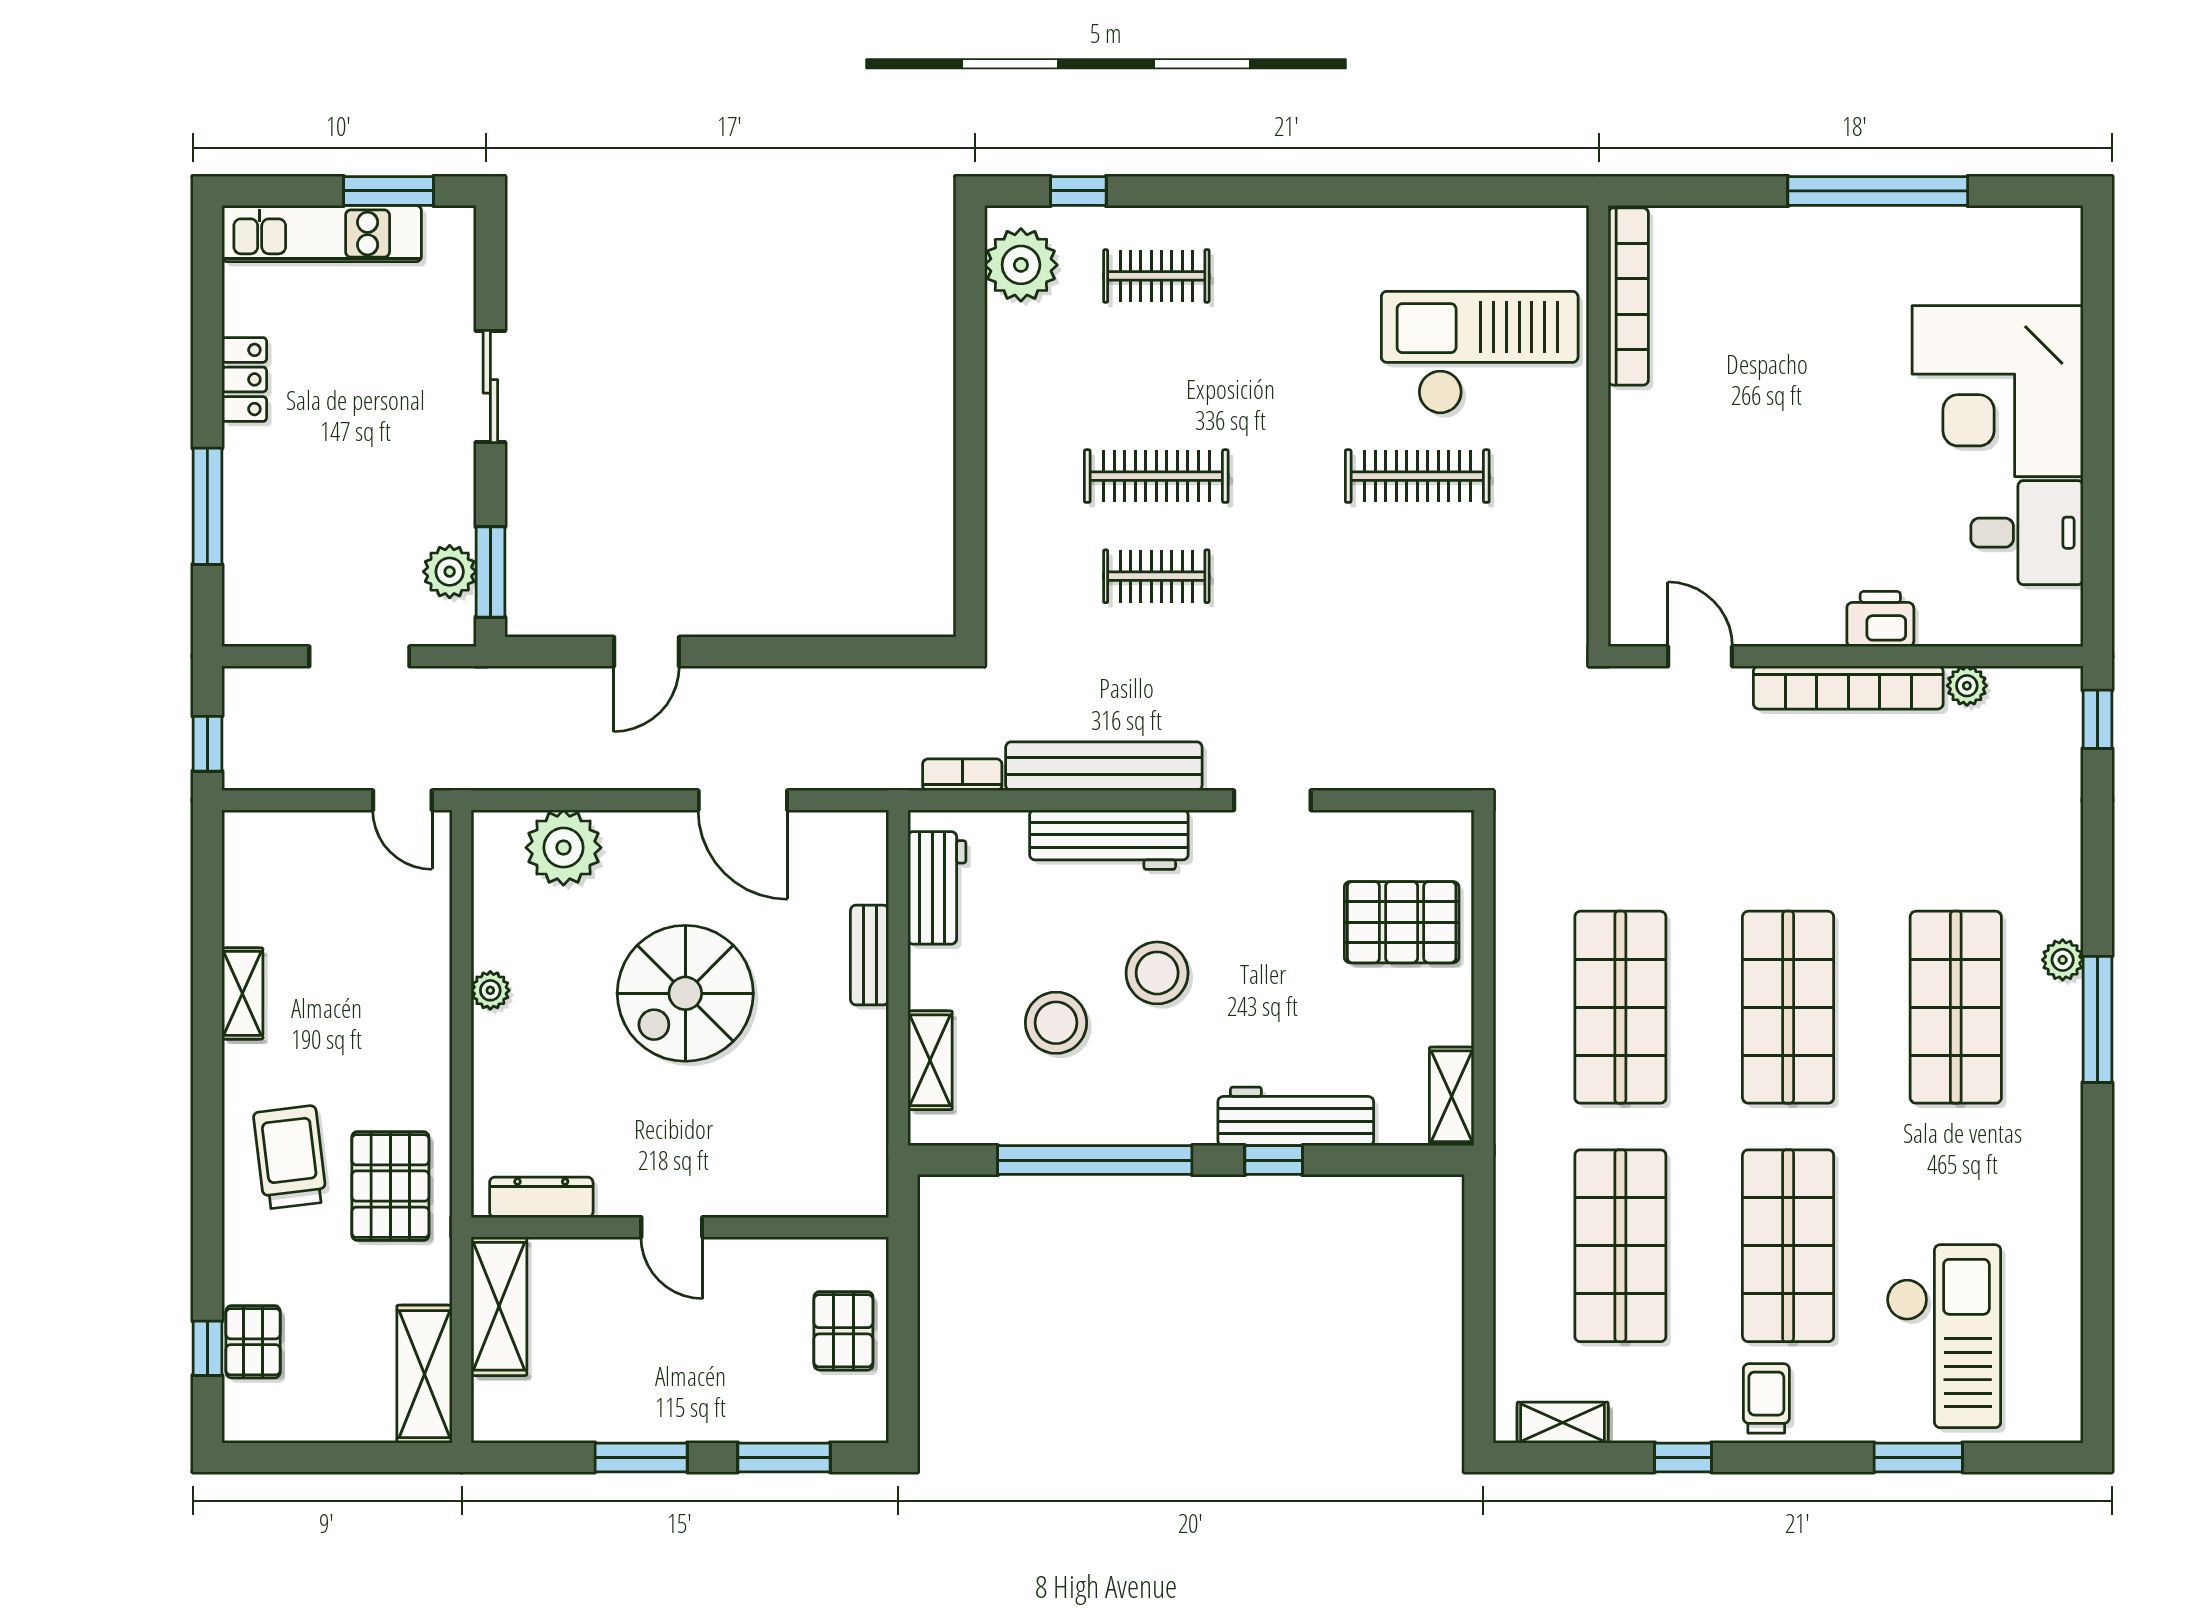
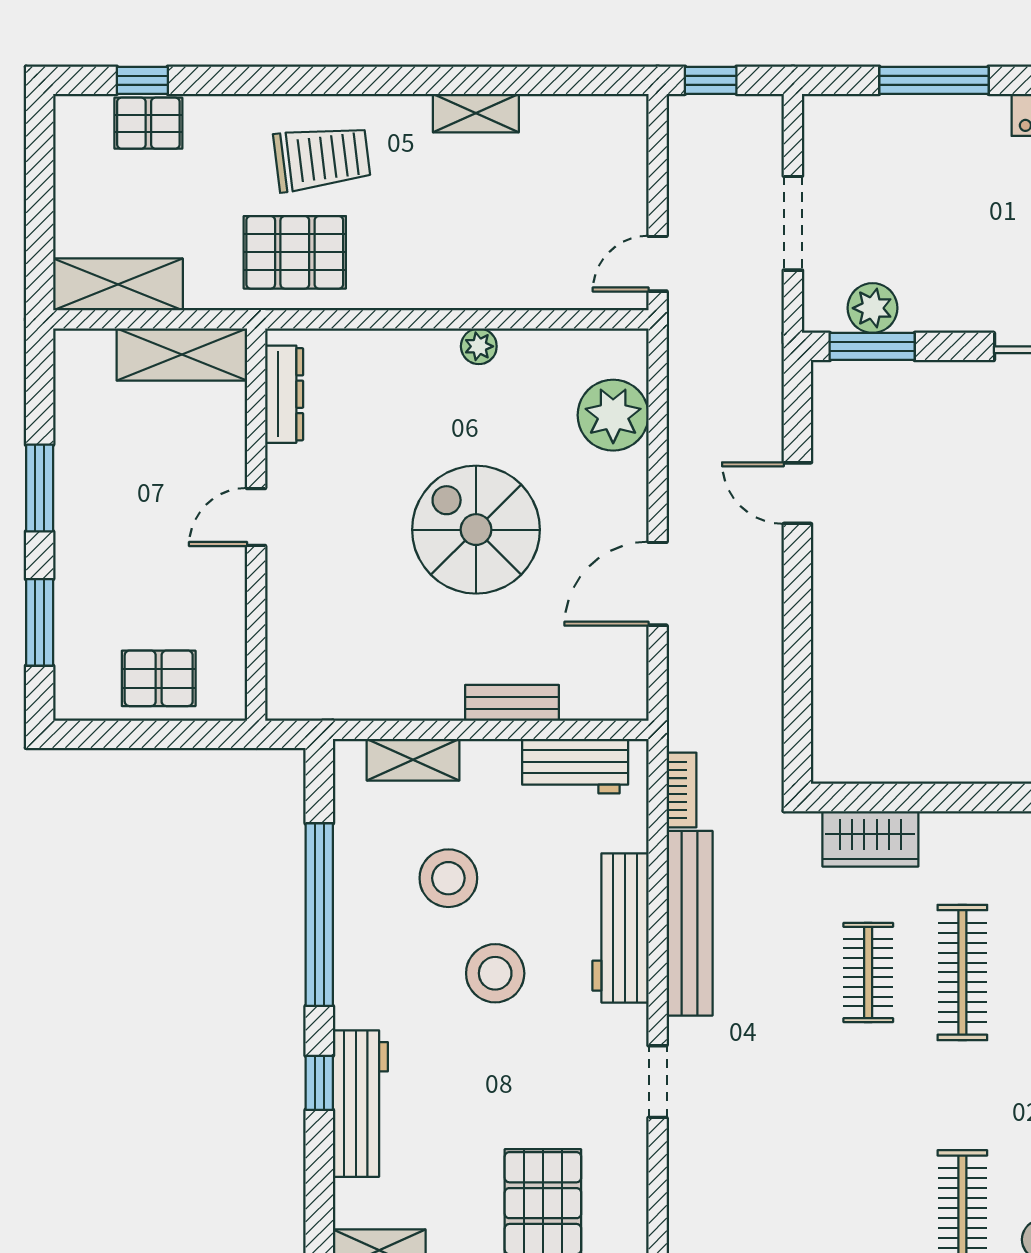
wardrobe: (1014, 574) -> (870, 839), added

